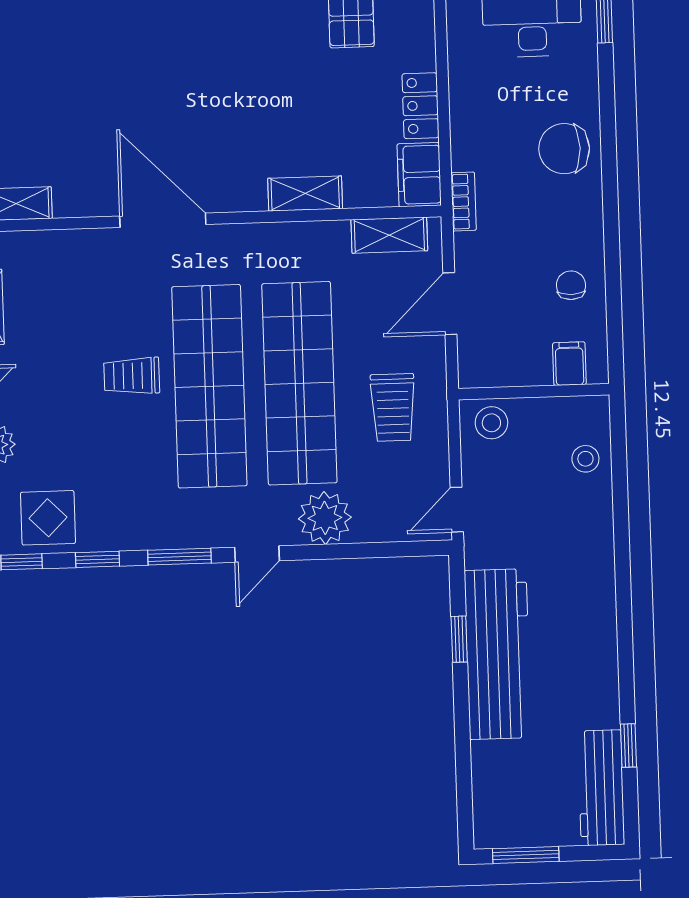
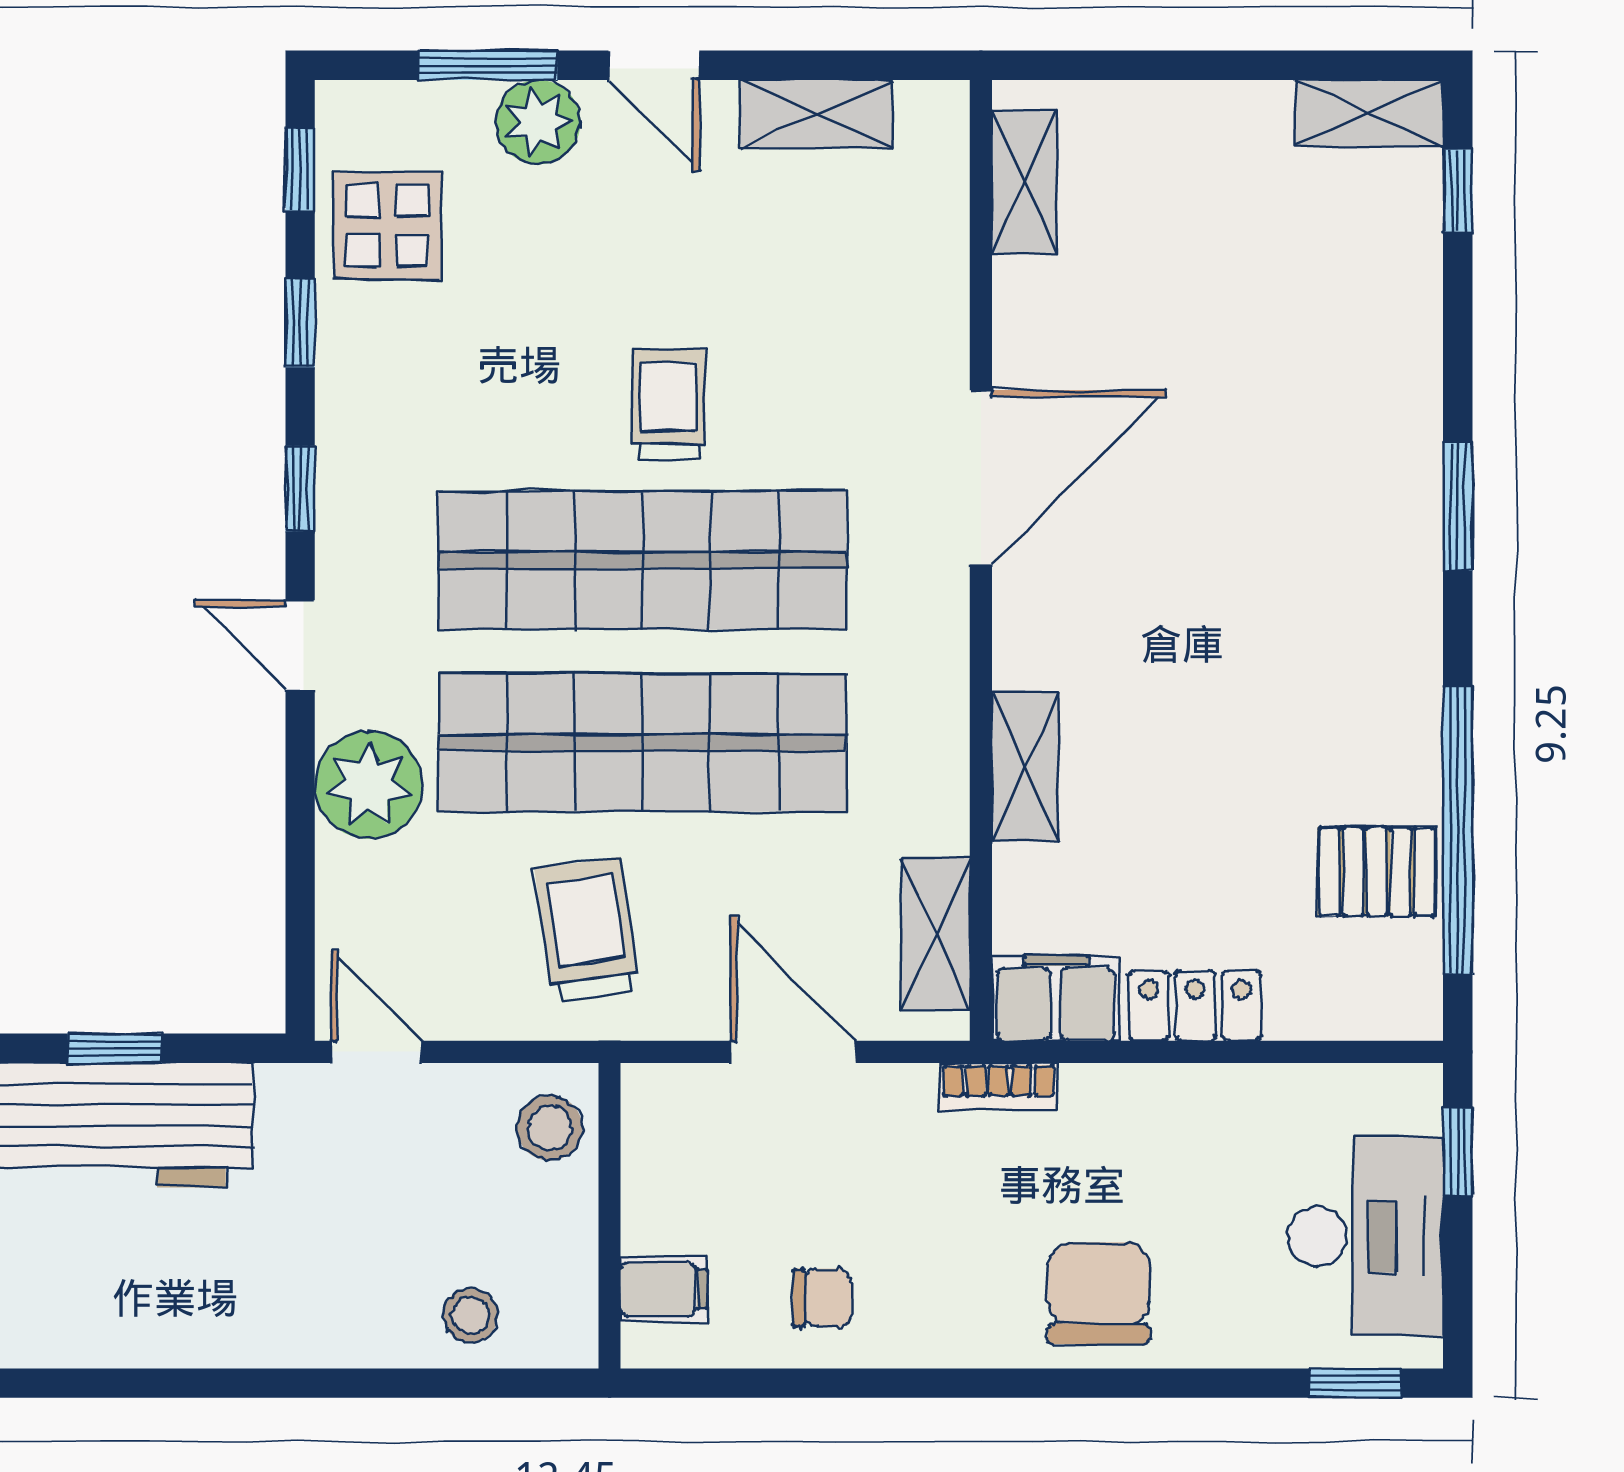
trolley: (393, 408) -> (587, 930), turned 82
window: (179, 557) -> (300, 489), width x0.67

